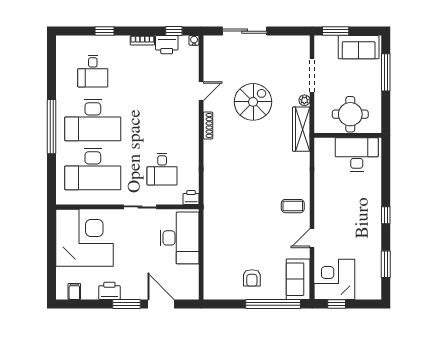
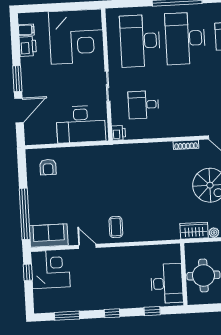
wardrobe: (301, 129) -> (194, 231), width x0.67
window: (386, 172) -> (152, 311), added
armchair: (252, 278) -> (48, 167), moved, turned -90
printer: (109, 291) -> (28, 46), moved

